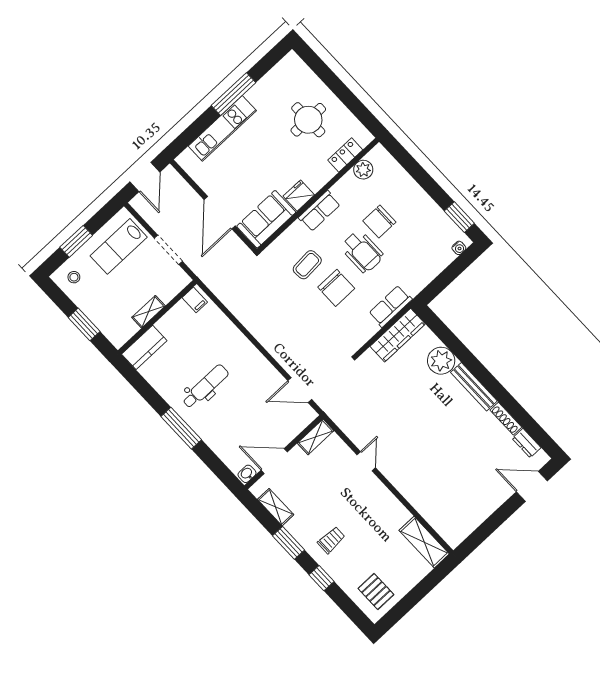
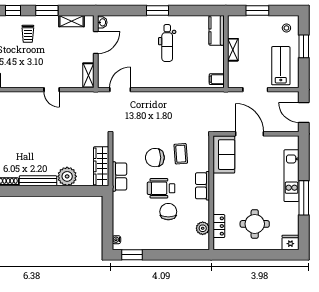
fridge: (299, 196) -> (290, 242), moved, turned -90
window: (181, 428) -> (157, 10), width x0.69

